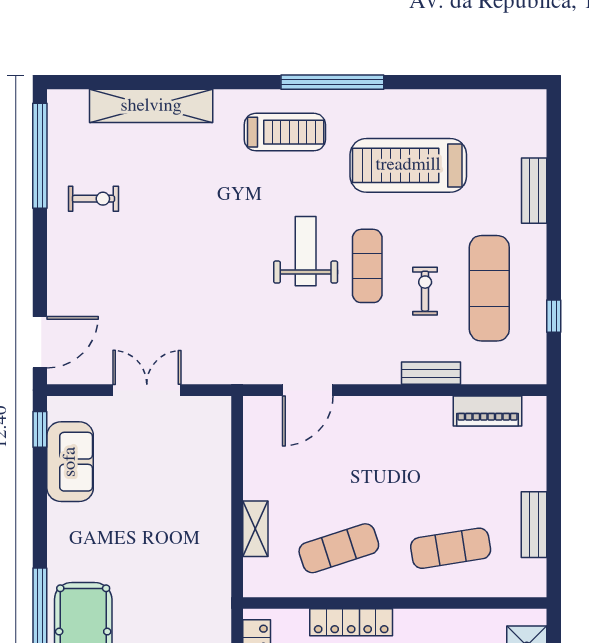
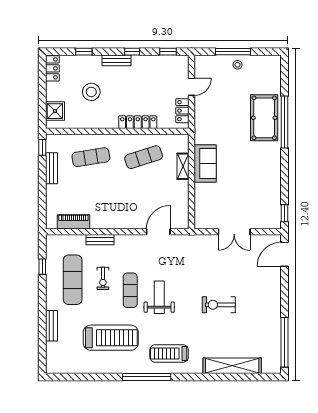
exercise bike: (93, 199) -> (219, 305), moved, width x1.38, depth x1.39
weight bench: (306, 251) -> (159, 297), turned 180
sofa: (70, 462) -> (205, 163), moved, turned 180
window: (554, 569) -> (42, 147), added

